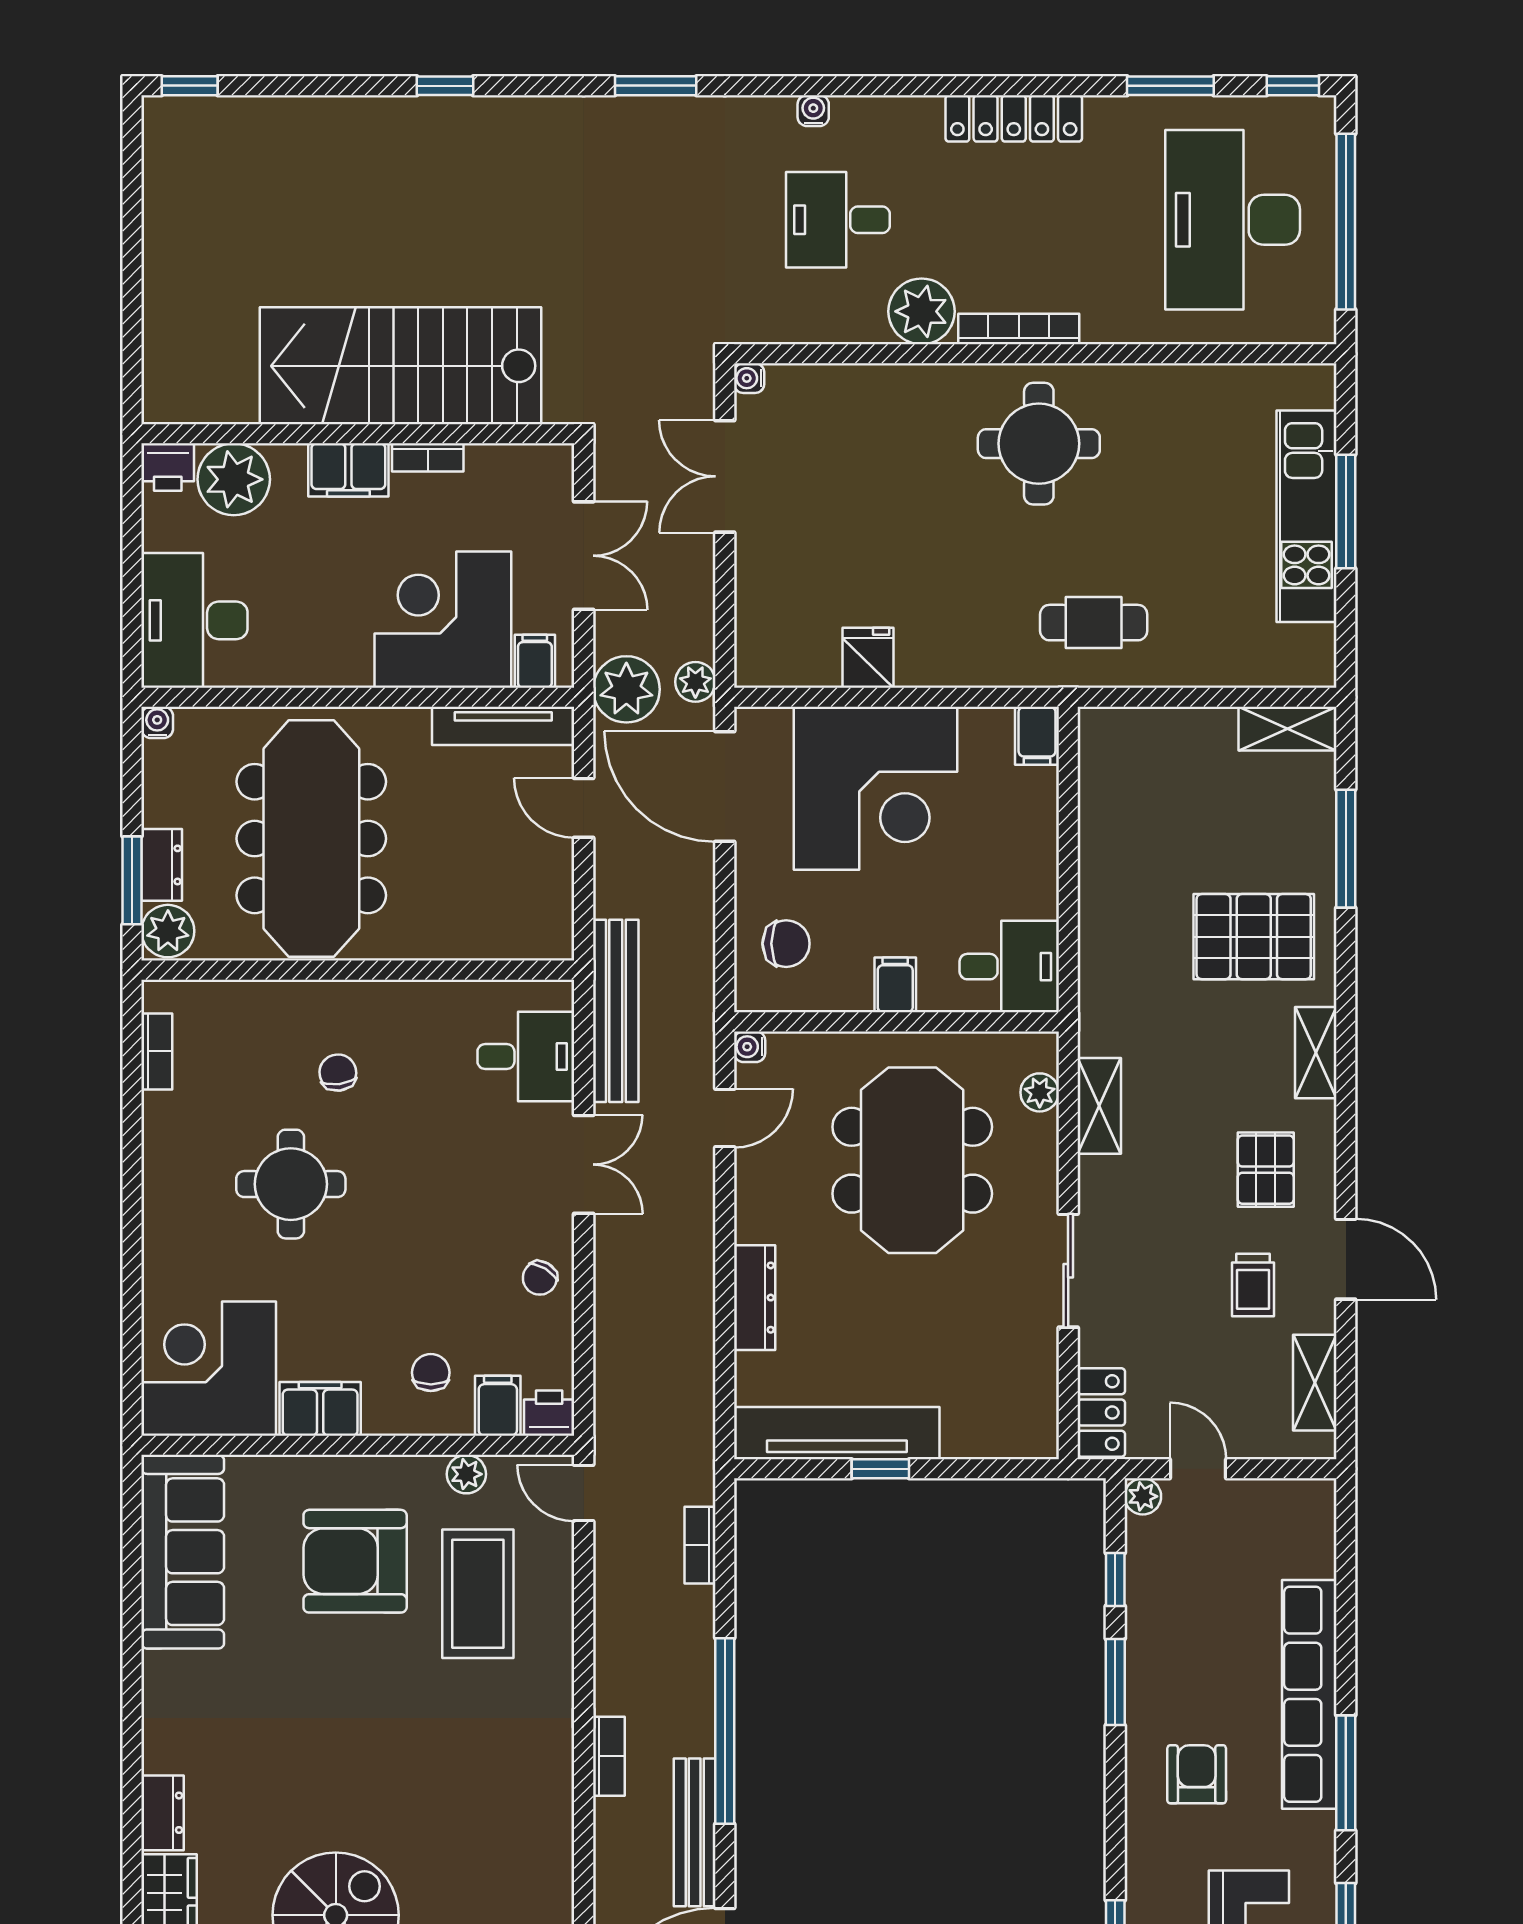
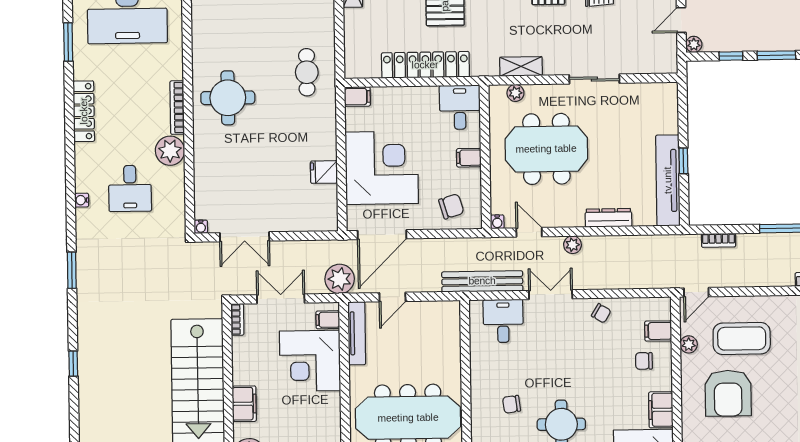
bookcase: (428, 457) -> (237, 319), moved
plant: (695, 682) -> (573, 245), moved
chair: (786, 944) -> (451, 206), turned 73
locker: (1101, 1412) -> (425, 65), moved, width x2.16, depth x1.21
printer: (549, 1413) -> (661, 308), removed

